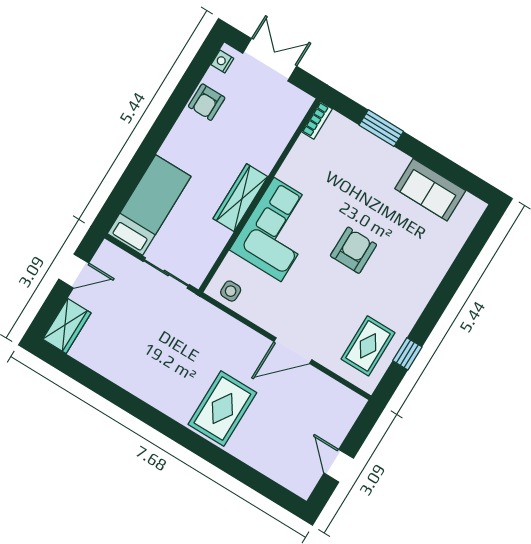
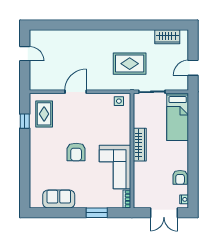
armchair: (207, 102) -> (180, 177), turned 180
corner sofa: (277, 229) -> (115, 167), moved
wardrobe: (67, 326) -> (167, 37), moved, turned -90
rug: (222, 408) -> (130, 64), moved, turned 90

